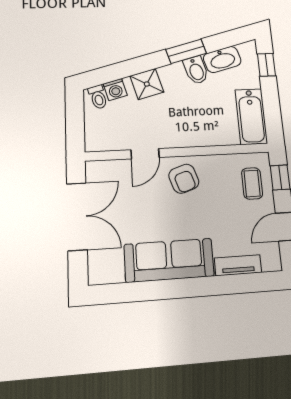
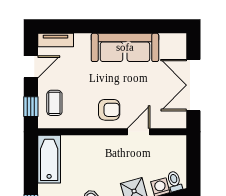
armchair: (184, 179) -> (109, 110), turned 109
tv unit: (238, 265) -> (56, 40), moved

